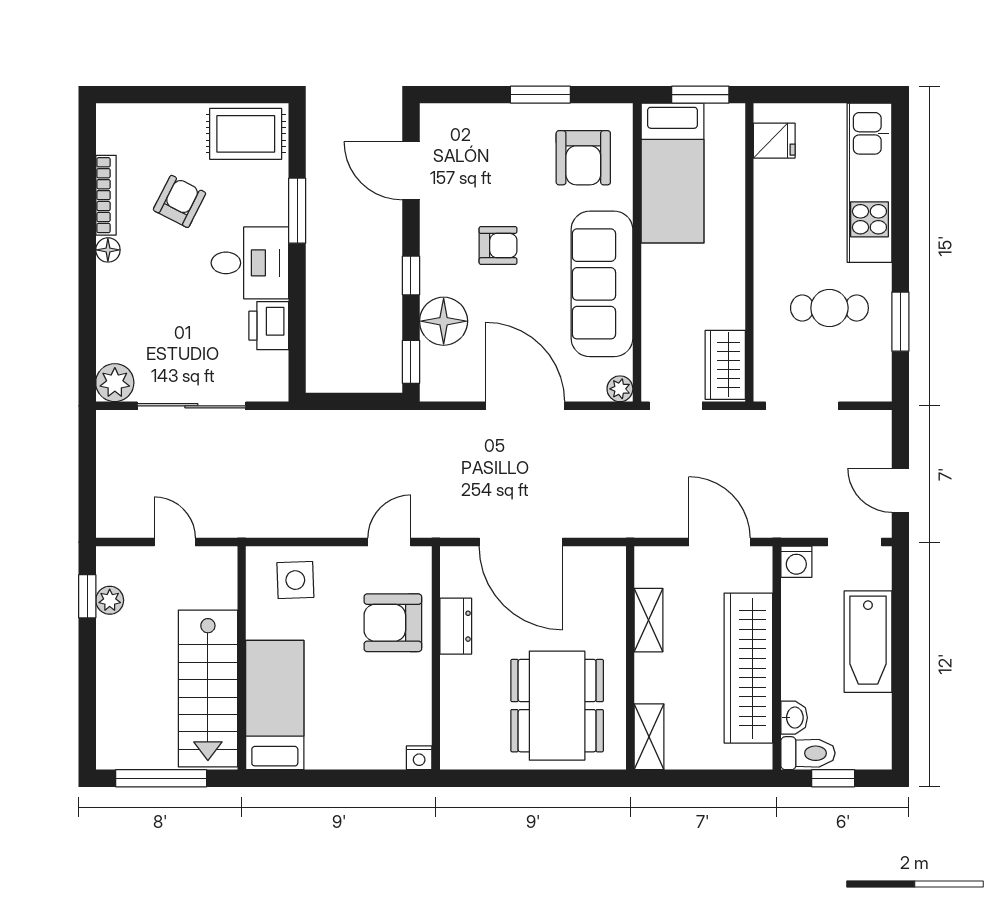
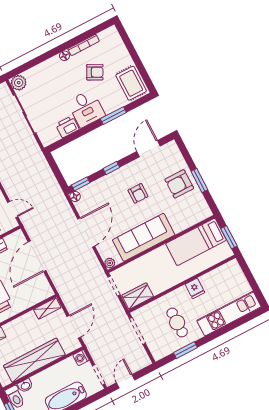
fridge: (774, 141) -> (195, 288), moved
armchair: (583, 158) -> (179, 184), moved
floor lamp: (444, 321) -> (75, 197), moved, width x0.53, depth x0.53
shelving: (649, 620) -> (47, 308), moved

